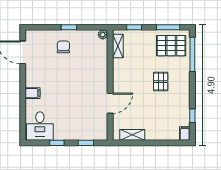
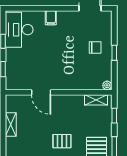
desk: (40, 126) -> (19, 30), width x1.37
shelving: (132, 135) -> (11, 125), moved

